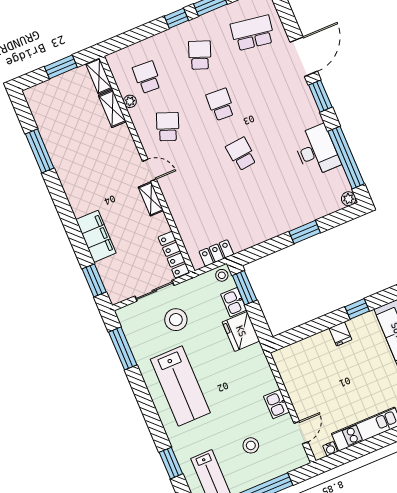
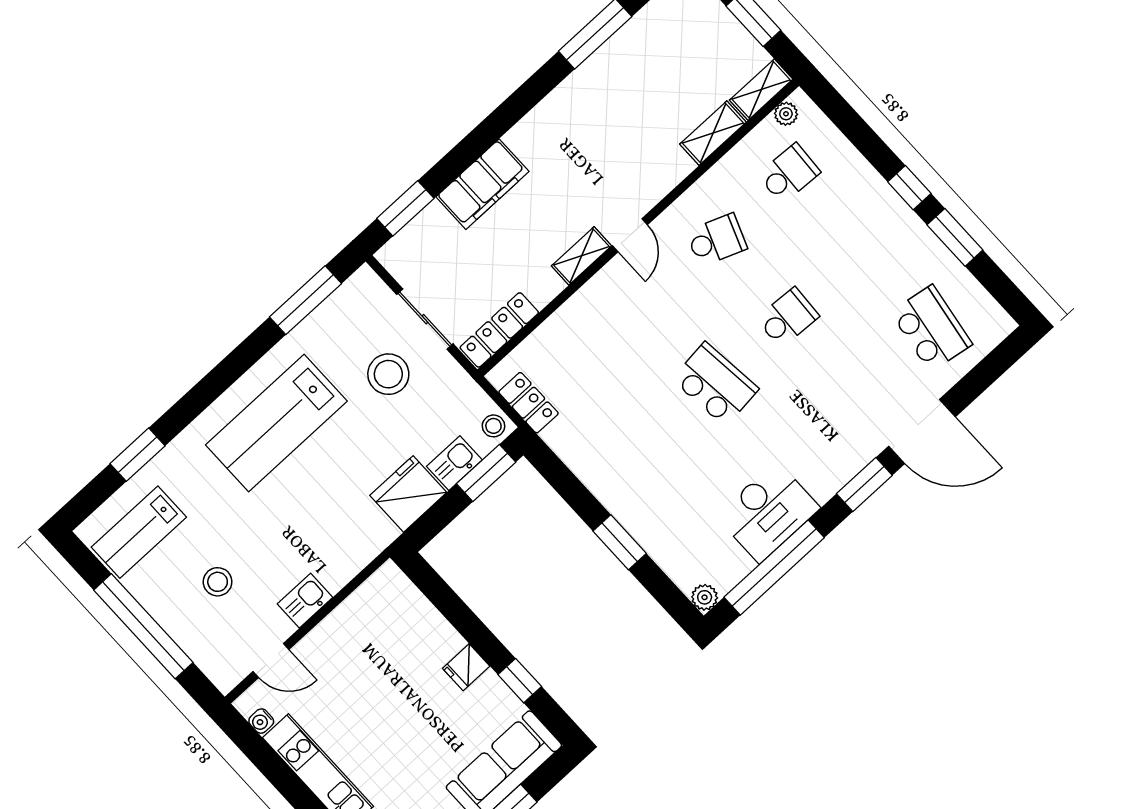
school desk: (200, 55) -> (860, 251), removed
plant: (130, 101) -> (786, 114), moved
school desk: (241, 154) -> (715, 384), width x1.85

